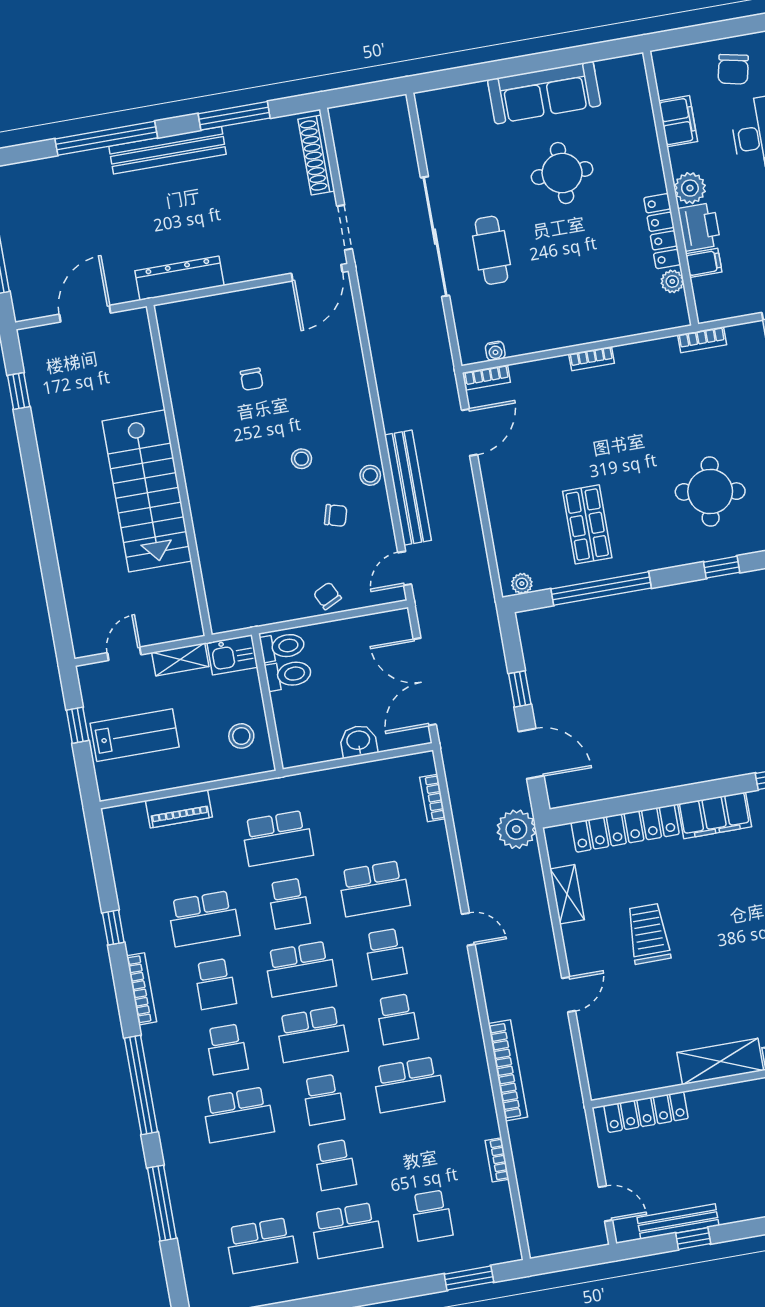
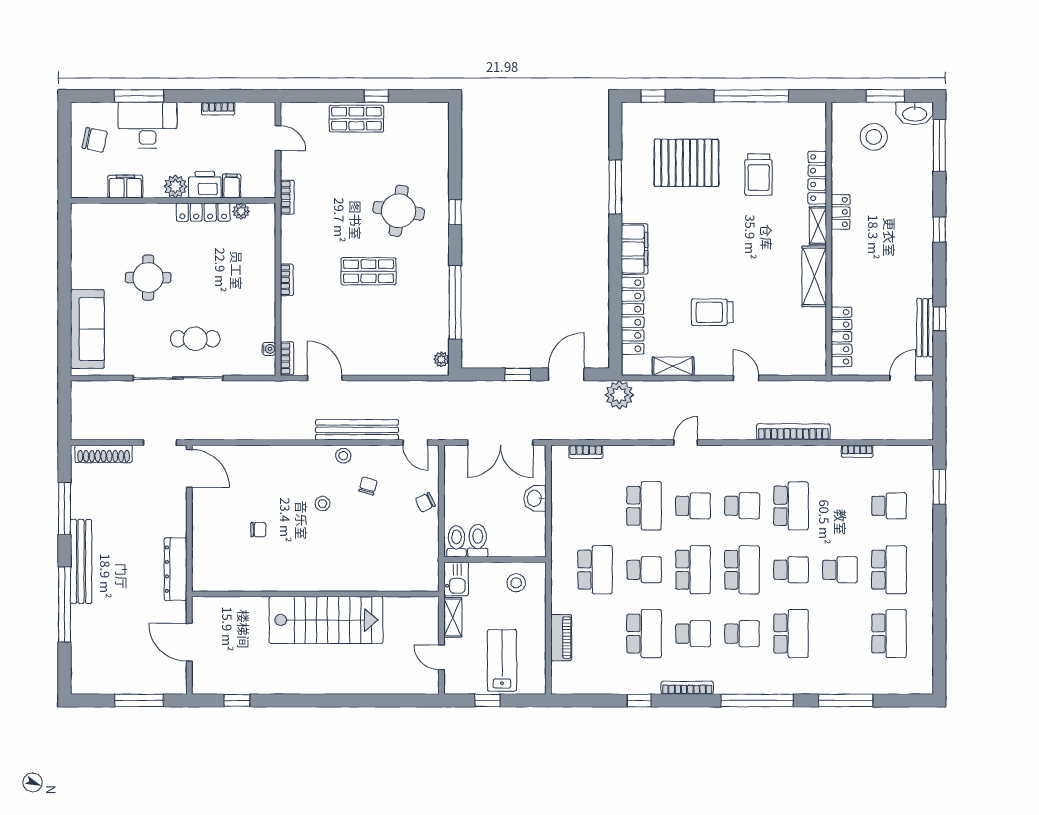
sofa: (544, 93) -> (87, 329), moved
shop shelf: (587, 524) -> (369, 271), moved

